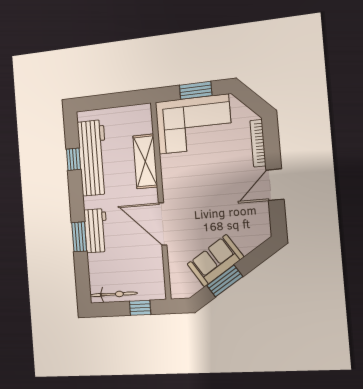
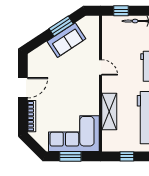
window: (116, 100) -> (127, 156), added
door: (163, 224) -> (100, 67), width x0.53

